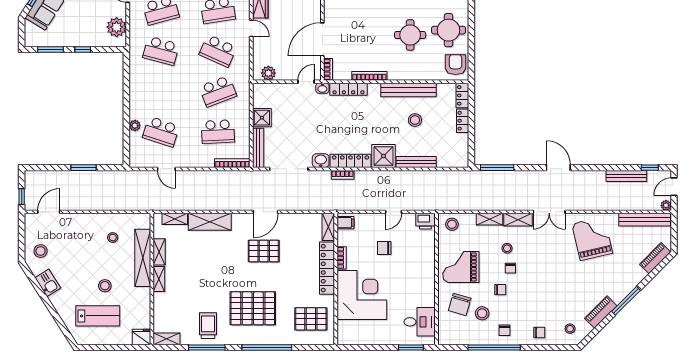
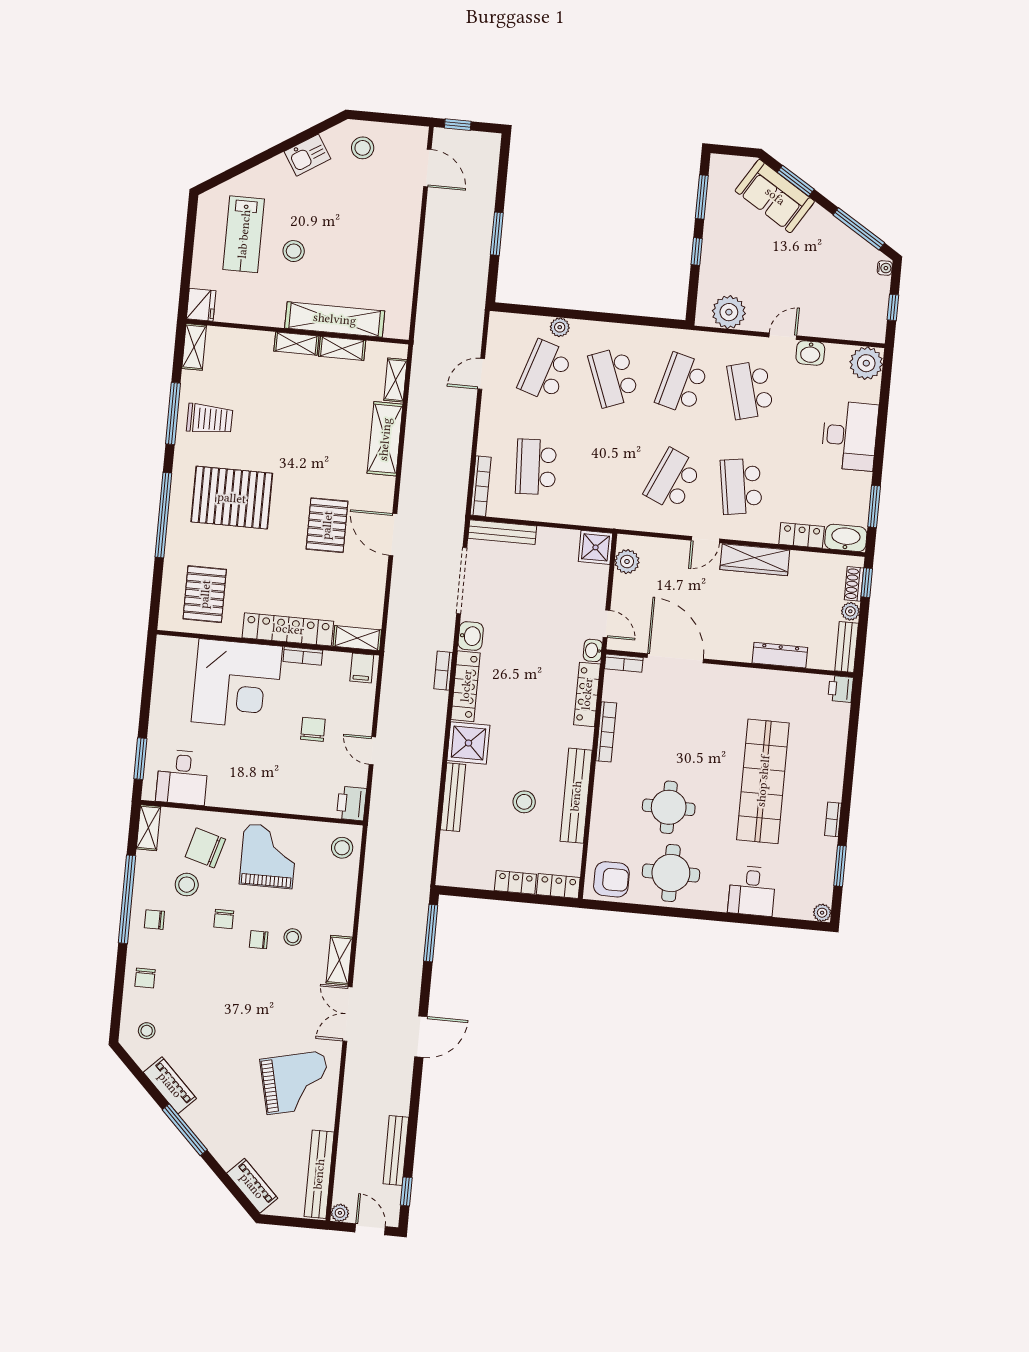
school desk: (218, 91) -> (613, 377), moved
shower: (262, 118) -> (596, 547), moved
shelving: (490, 219) -> (148, 828), moved
stool: (113, 238) -> (374, 272), removed
pallet: (253, 308) -> (232, 498), turned 90

